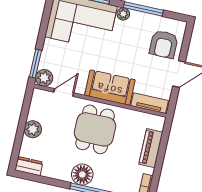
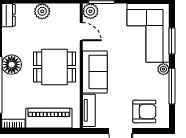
armchair: (164, 44) -> (144, 111), turned 180
piano: (151, 148) -> (49, 118), width x1.37, depth x1.33

